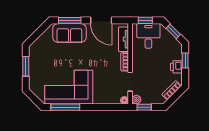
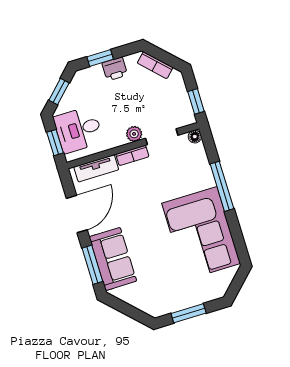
plant: (136, 100) -> (134, 134), moved
window: (65, 107) -> (222, 186), moved

